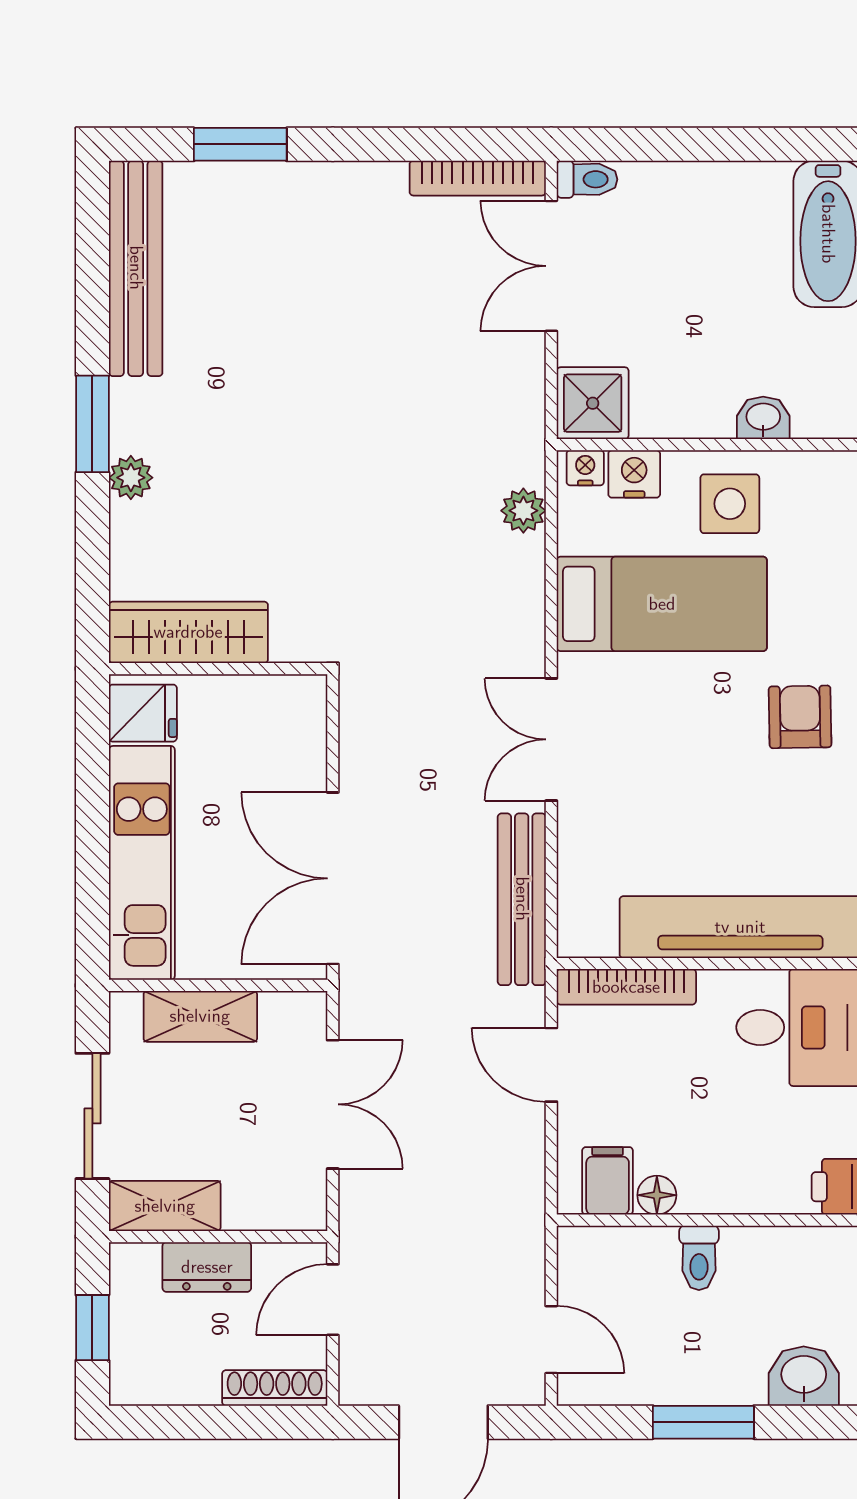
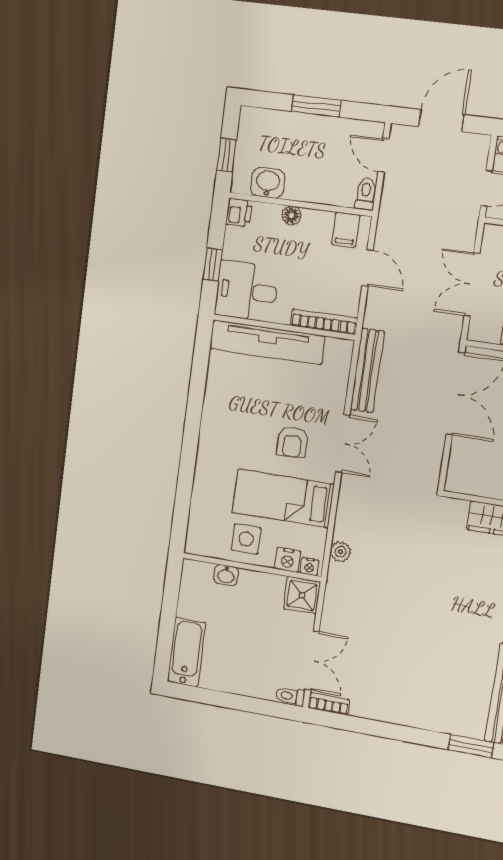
window: (240, 144) -> (471, 746), moved
bookcase: (478, 178) -> (329, 704), width x0.64
armchair: (800, 717) -> (292, 442), moved
door: (551, 1065) -> (368, 268), moved
floor lamp: (657, 1195) -> (291, 215), moved
toilet: (699, 1258) -> (366, 194), moved
washbasin: (804, 1376) -> (268, 183), moved, turned 180

